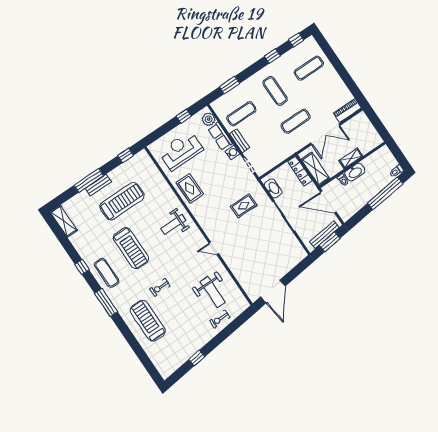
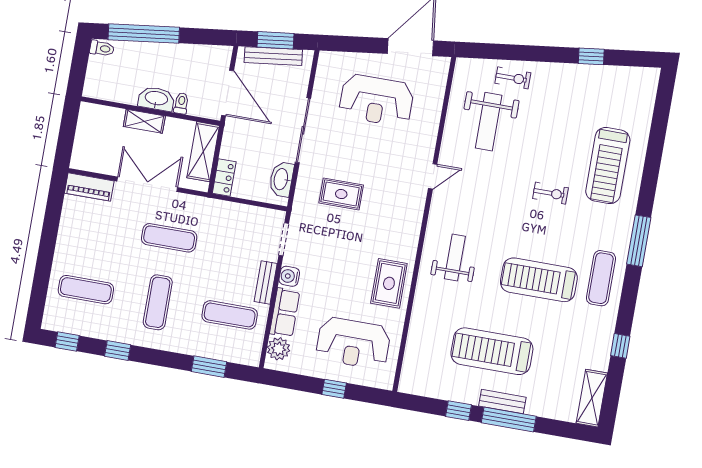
window: (184, 116) -> (334, 389), moved
window: (126, 155) -> (459, 411), moved
locker: (300, 171) -> (224, 177), width x0.66
weight bench: (173, 224) -> (455, 257), turned -90
treadmill: (131, 248) -> (539, 280), turned -90
door: (214, 248) -> (433, 176), hinge flipped
reception desk: (266, 257) -> (376, 100), added
window: (82, 267) -> (620, 346), moved
weight bench: (213, 292) -> (489, 122), turned 180

